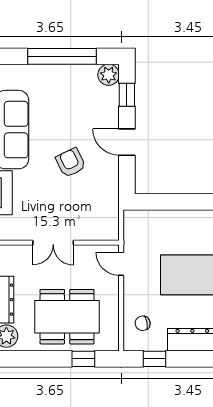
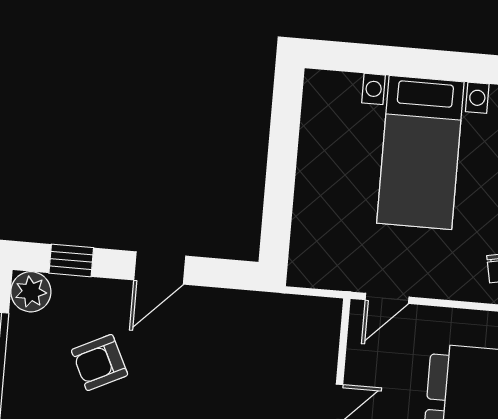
armchair: (71, 163) -> (100, 363), moved

